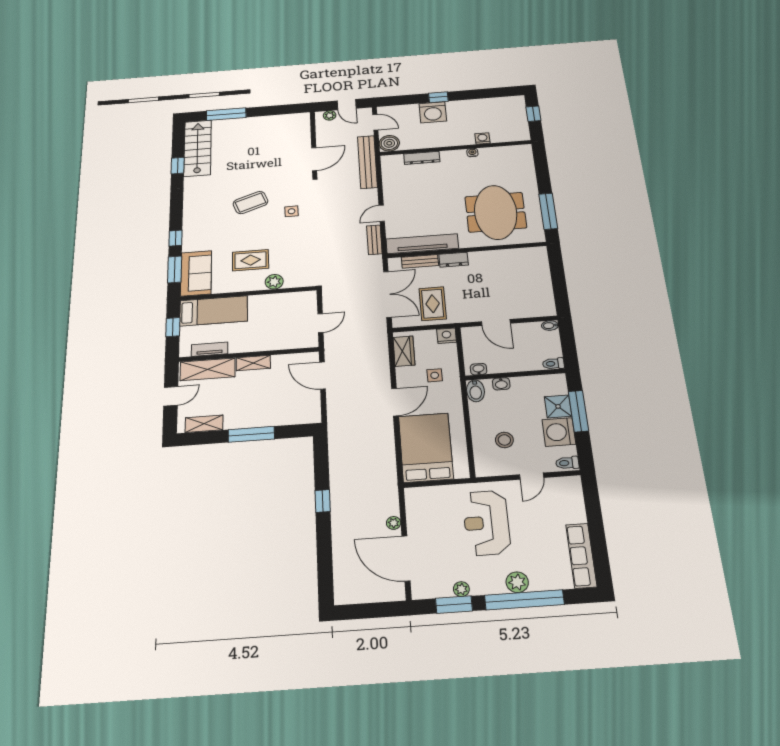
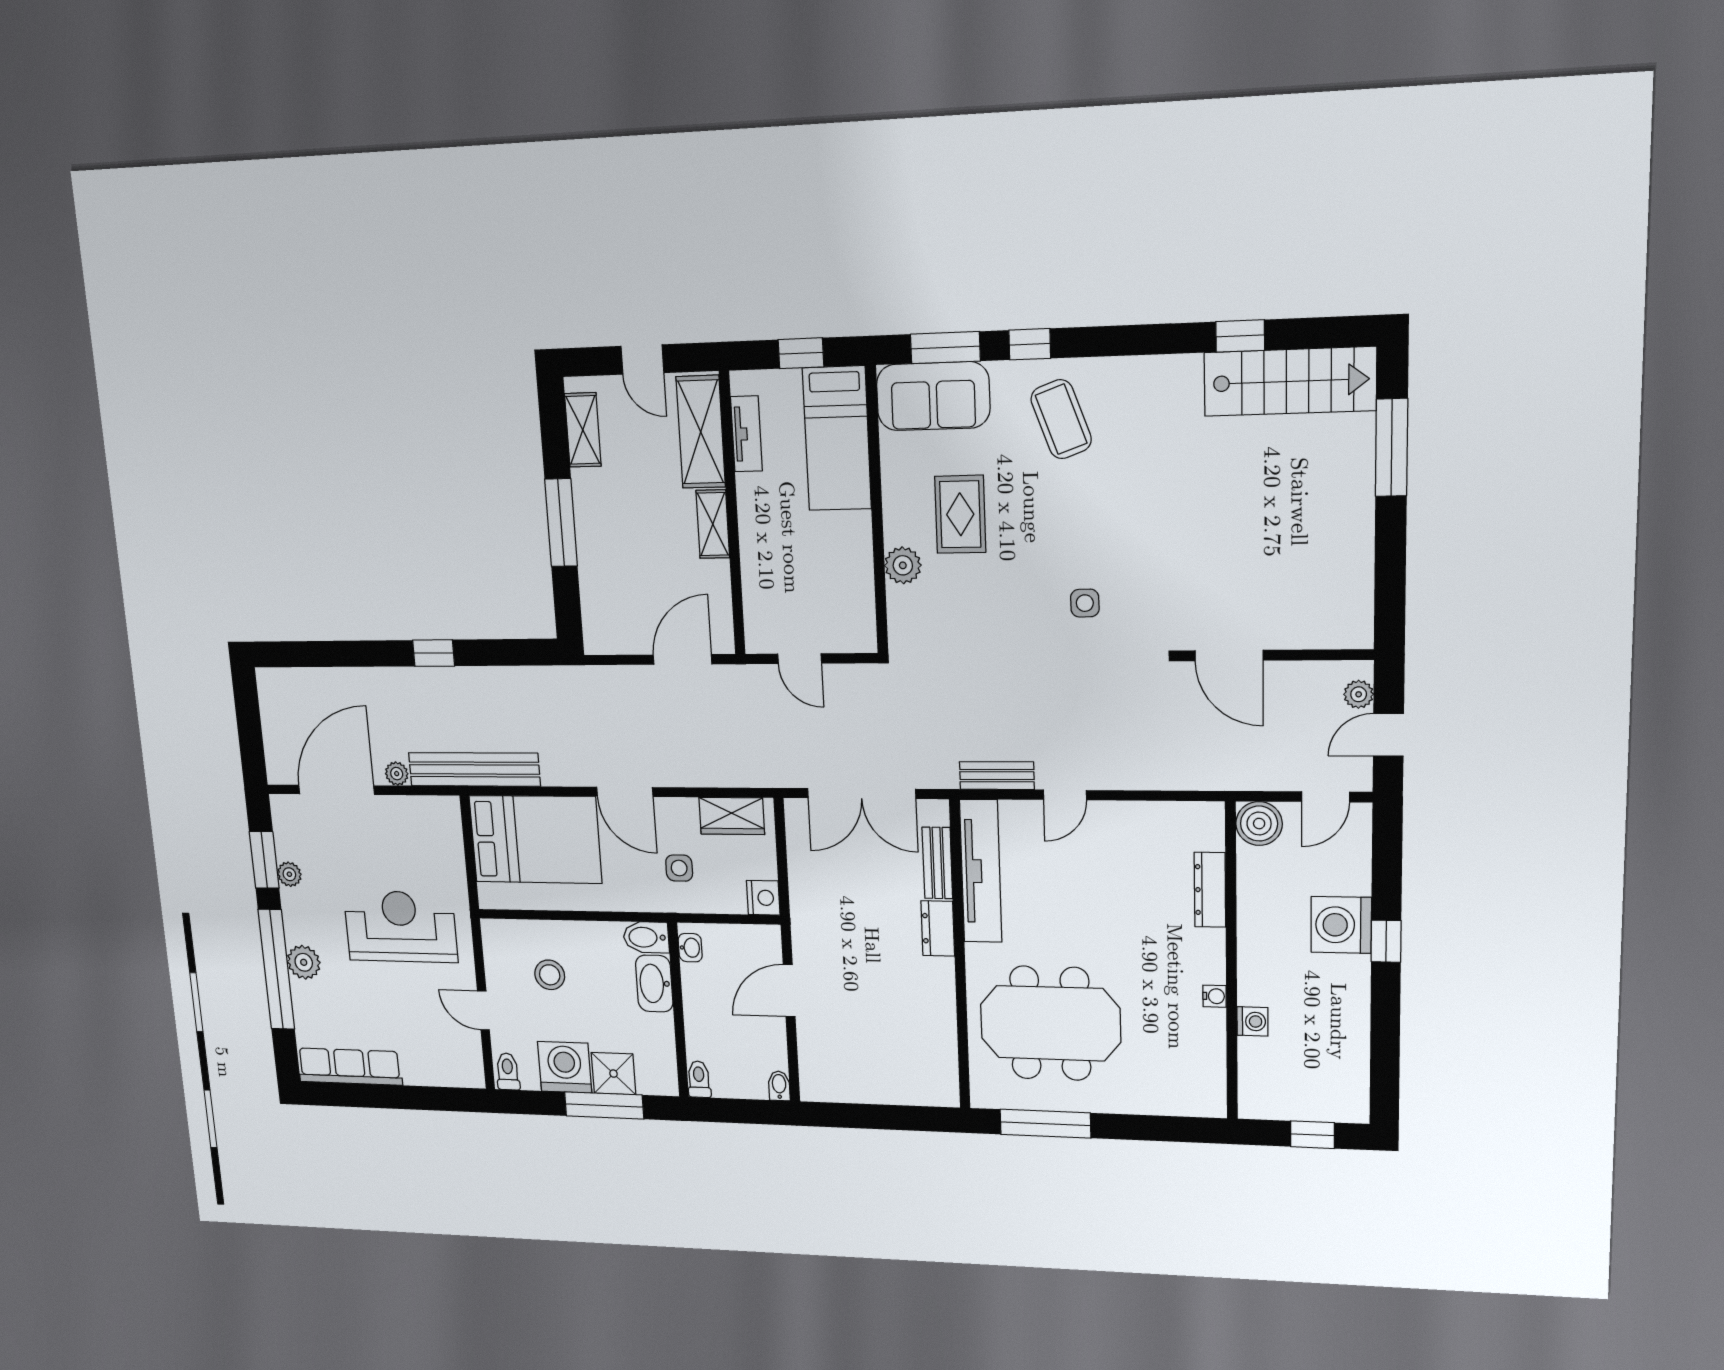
bench: (367, 162) -> (474, 769), moved
coffee table: (250, 203) -> (1061, 419), moved
door: (382, 213) -> (1065, 795), swing flipped
rug: (433, 304) -> (836, 879), removed
washbasin: (501, 384) -> (654, 984), width x1.91, depth x1.45

